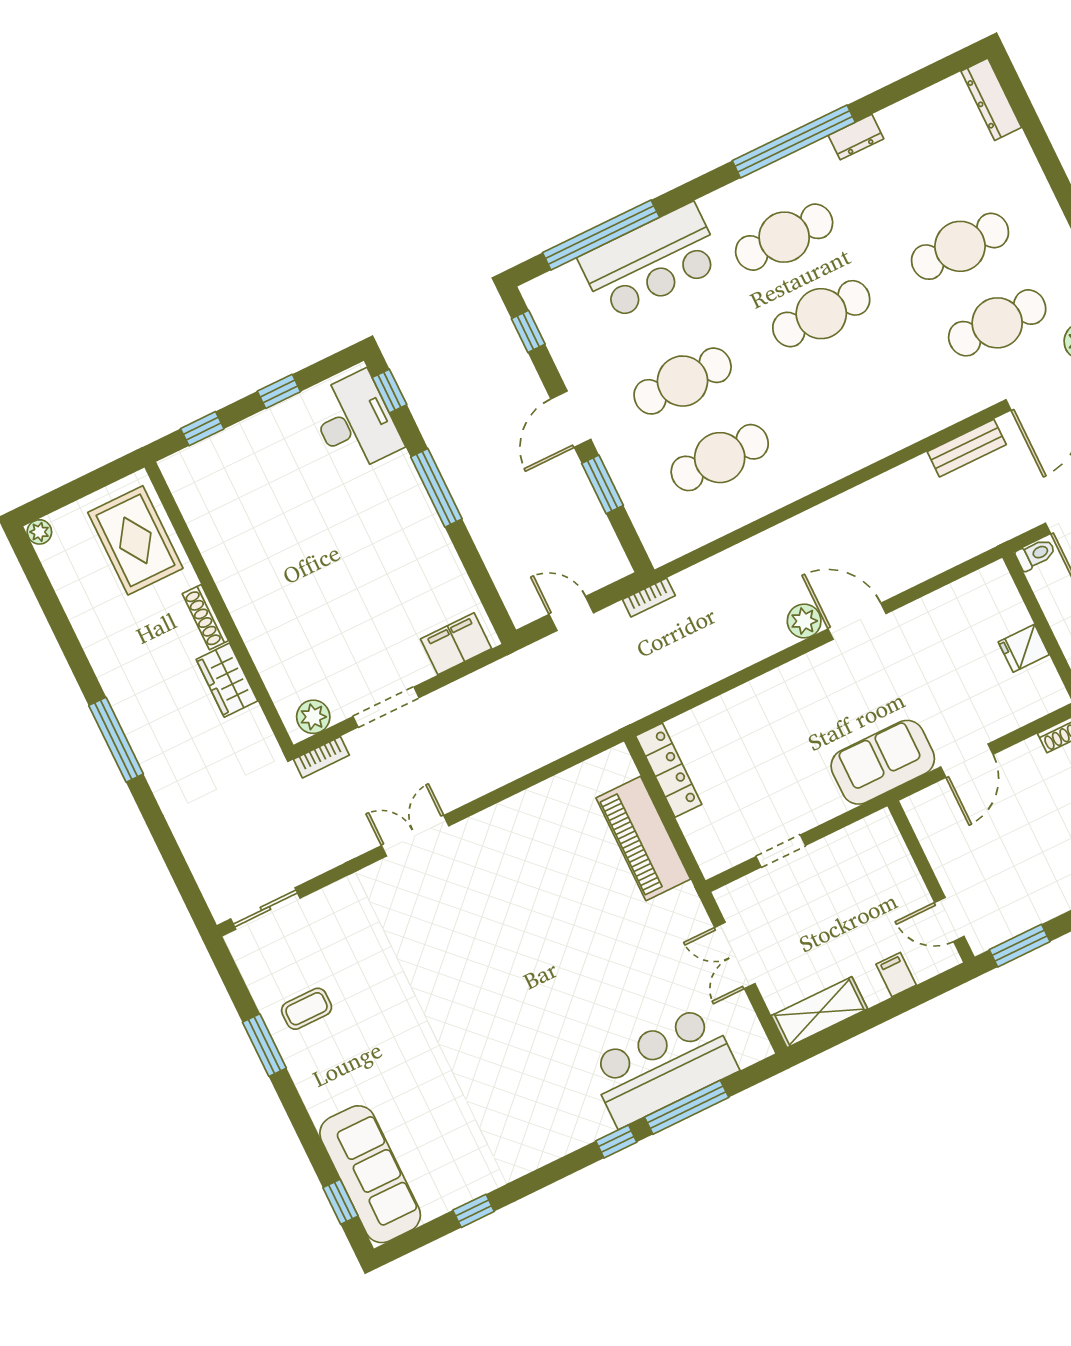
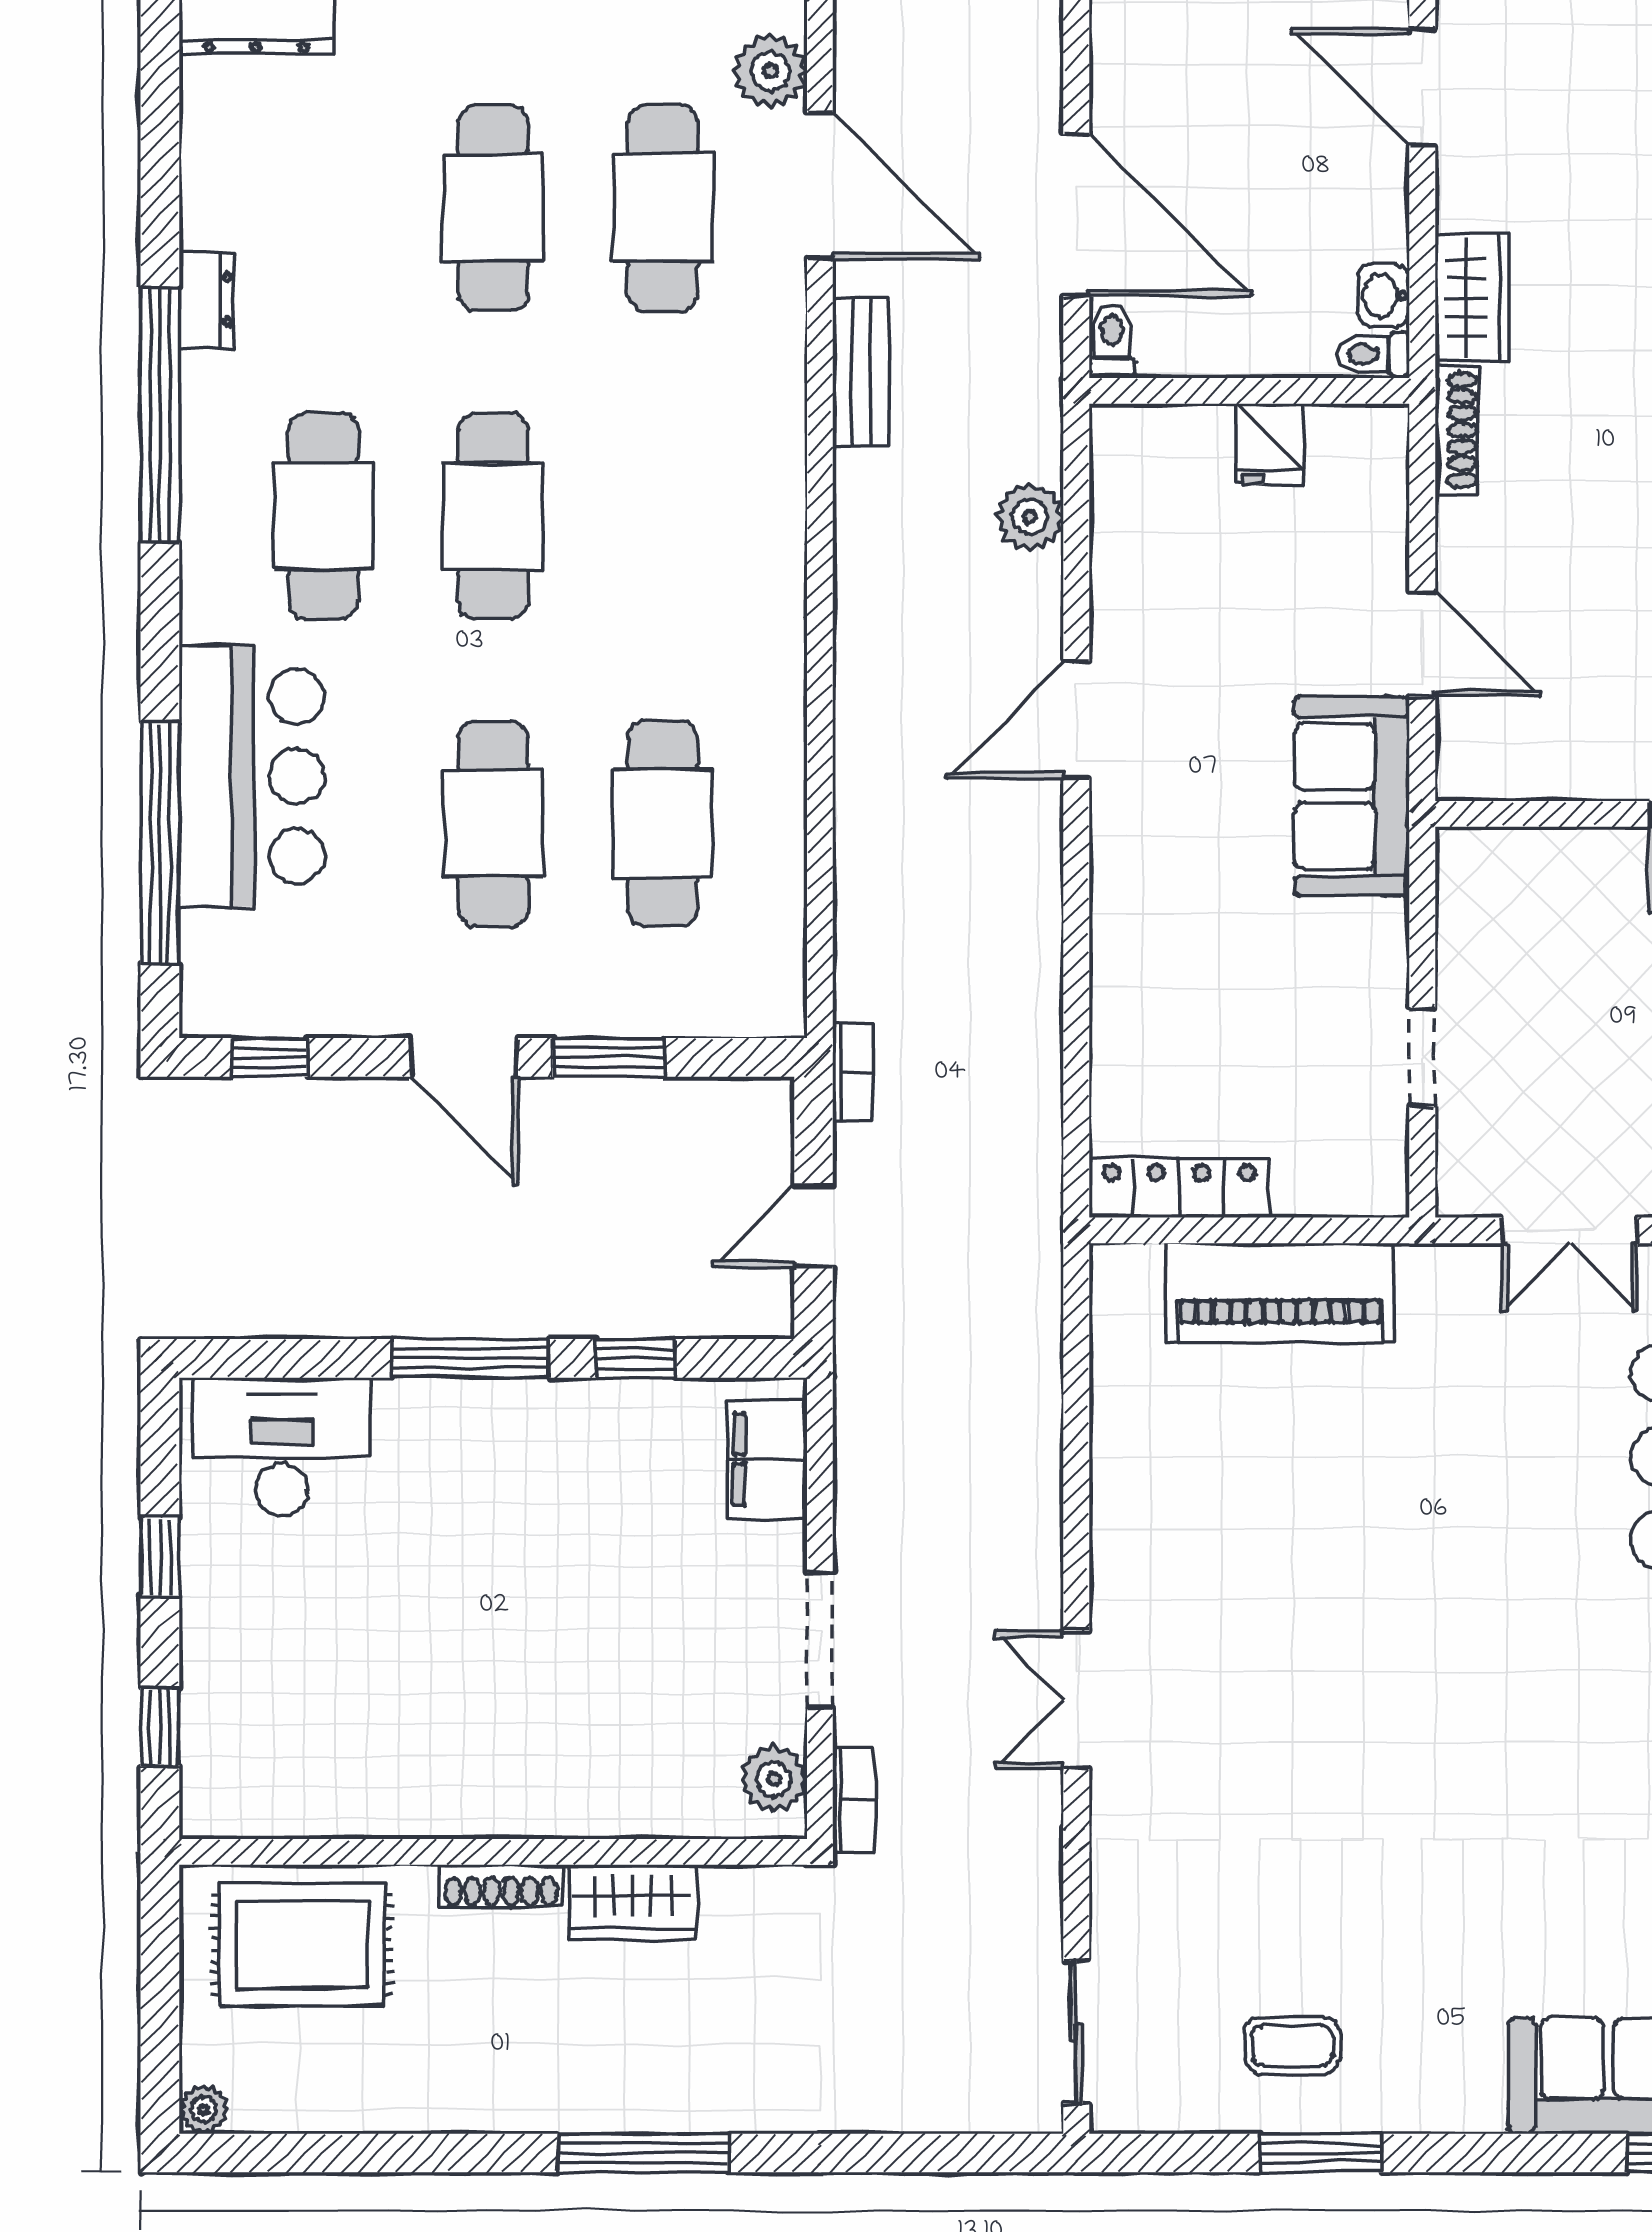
window: (389, 391) -> (636, 1358), moved
plant: (804, 621) -> (1030, 517), moved
coffee table: (307, 1009) -> (1292, 2046), turned 90

